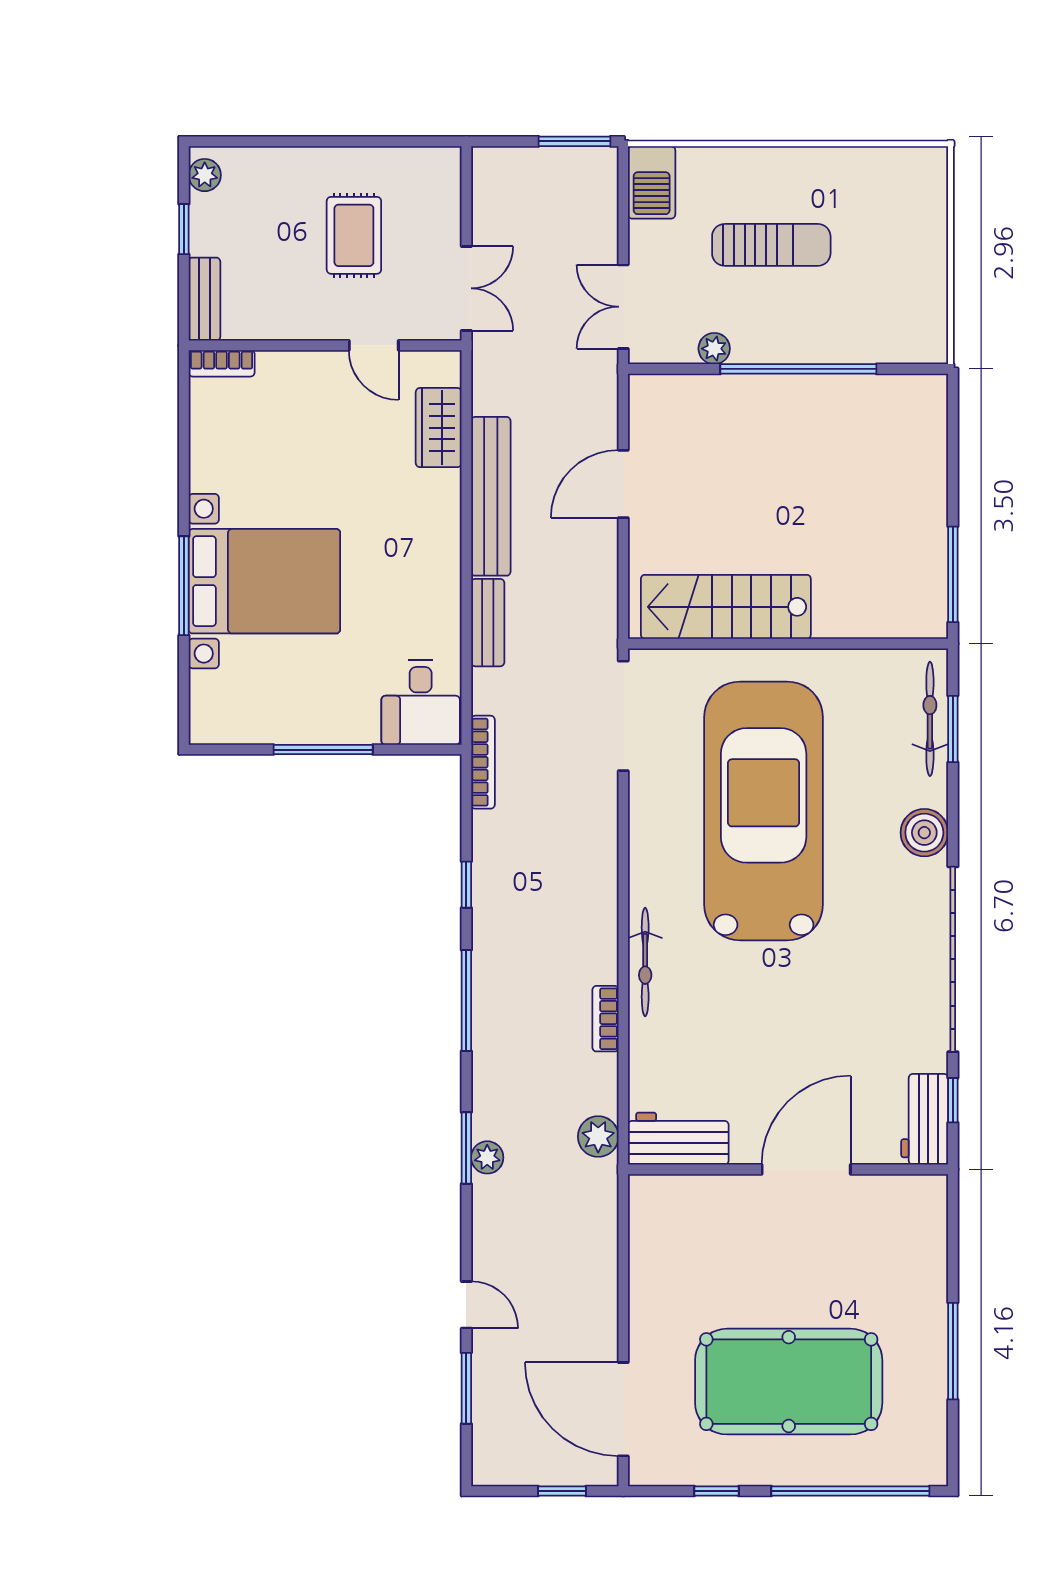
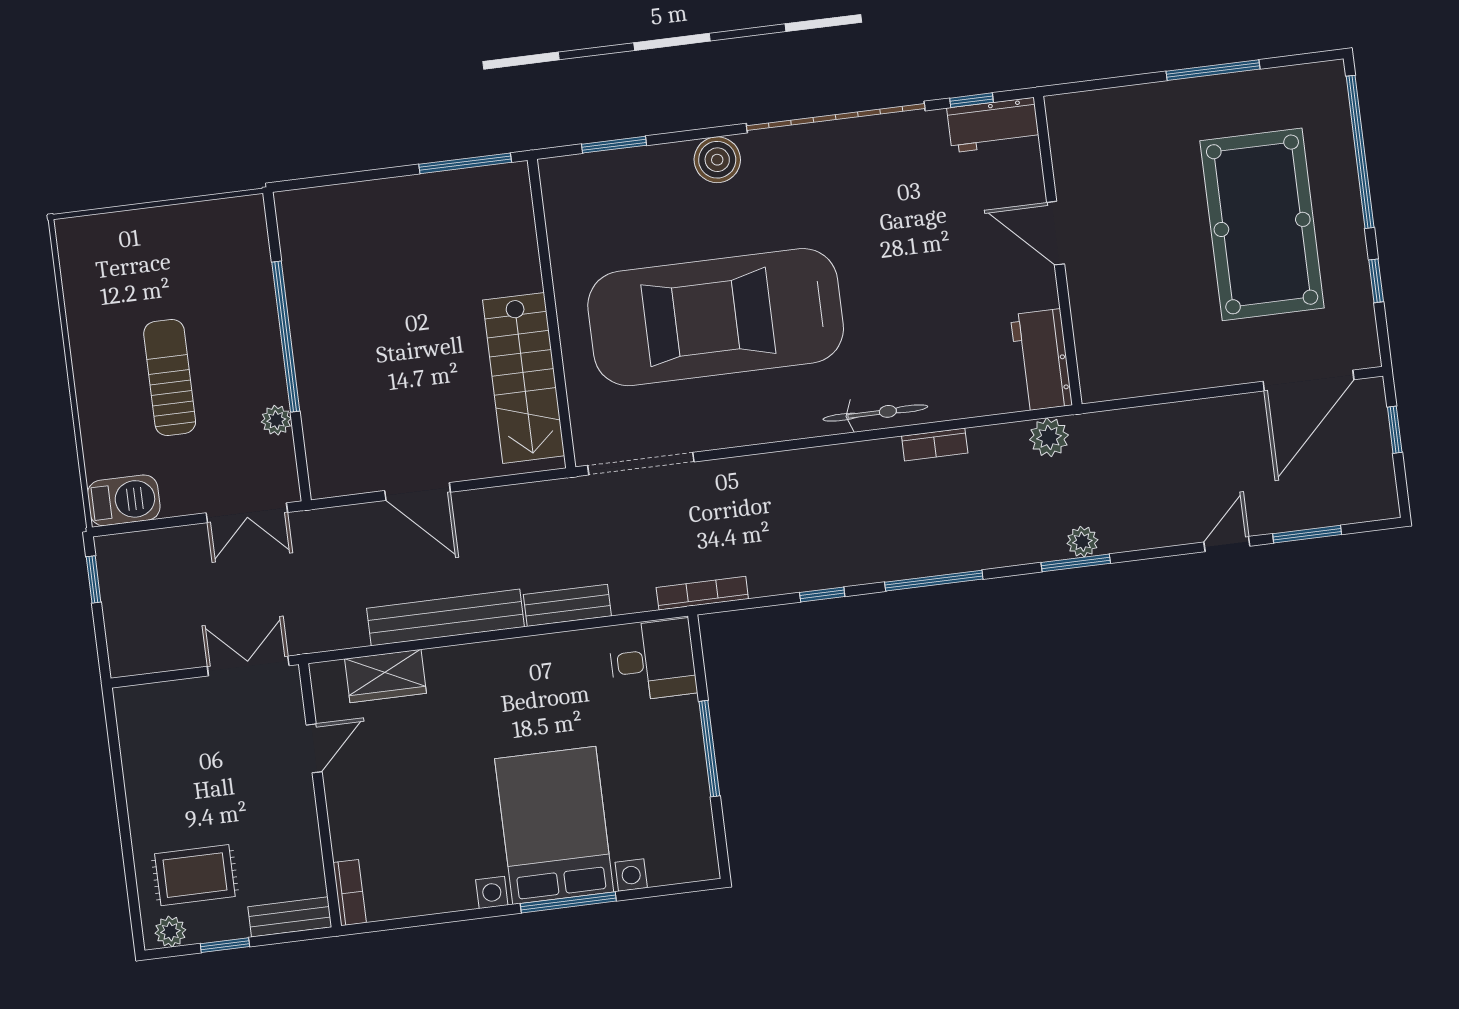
window: (575, 141) -> (94, 579), width x0.67
rug: (354, 235) -> (195, 875), moved
bicycle: (930, 719) -> (607, 168), removed
door: (806, 1169) -> (1056, 233), width x0.73

